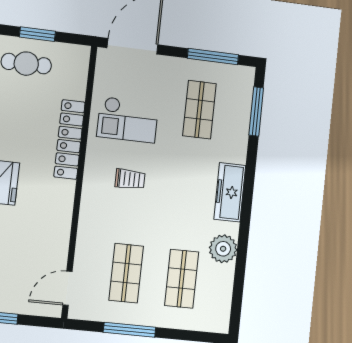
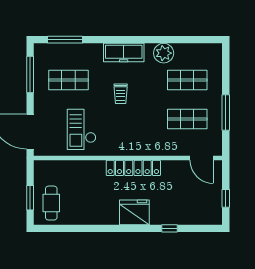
checkout: (128, 120) -> (82, 129), turned 180
locker: (69, 139) -> (133, 168), moved
trolley: (130, 179) -> (121, 94), moved, turned 180

